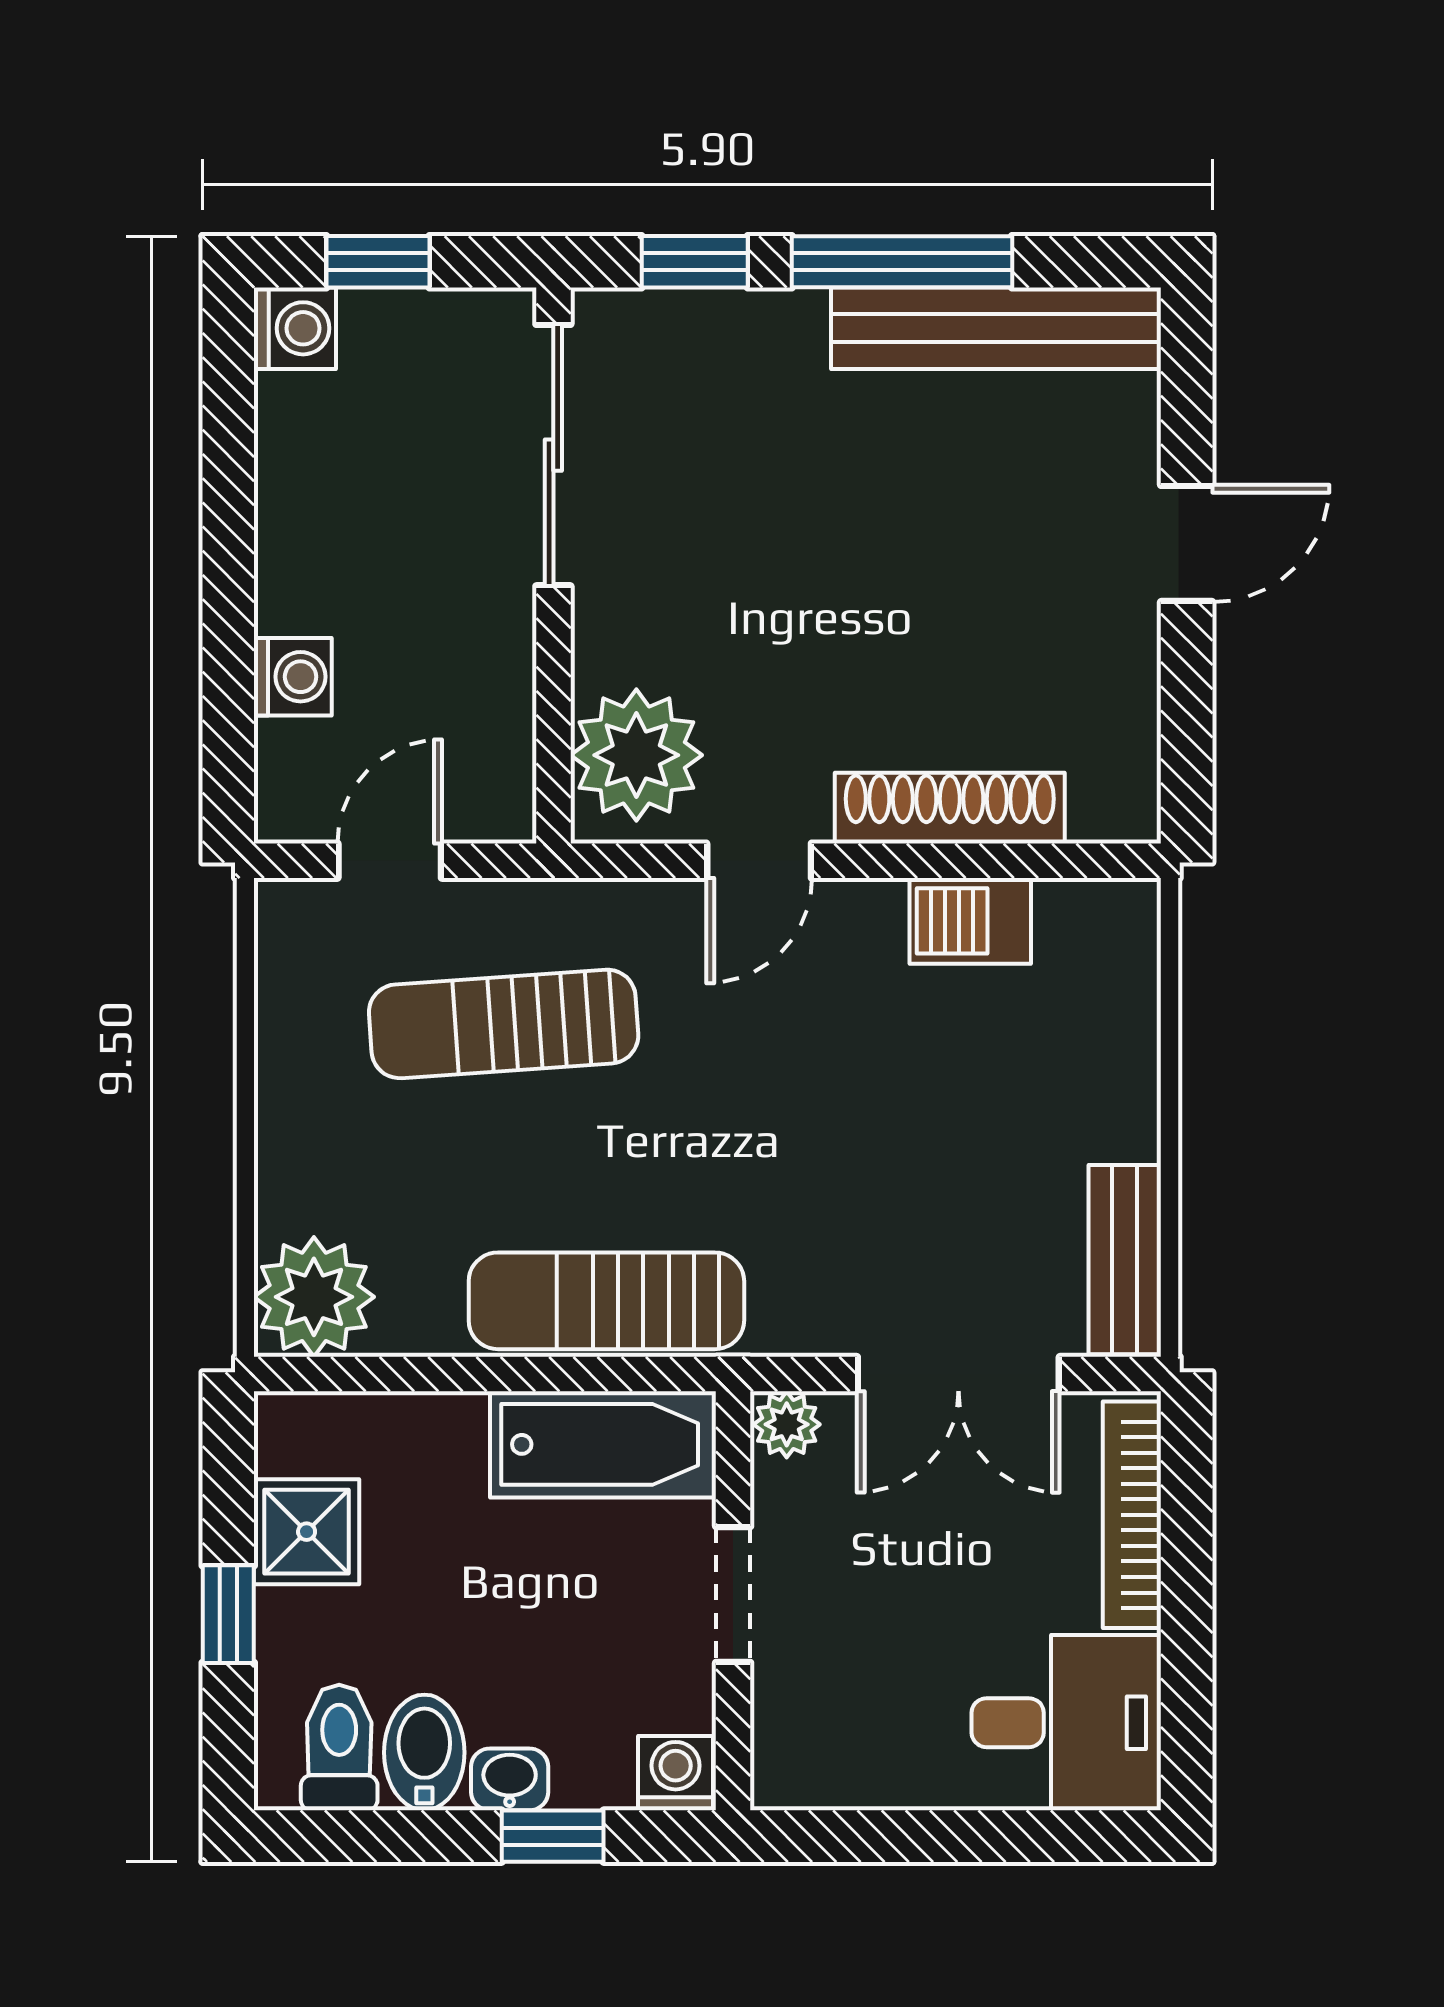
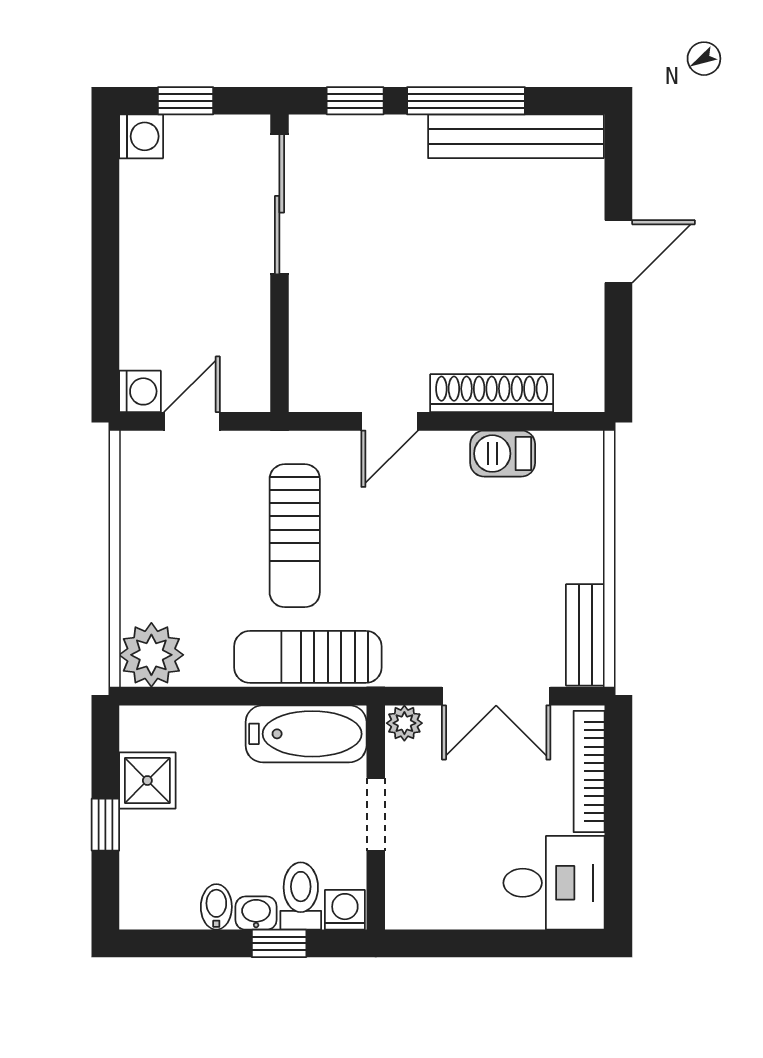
washing machine: (293, 677) -> (140, 391), moved
plant: (636, 755) -> (324, 365), removed
sun lounger: (504, 1024) -> (295, 536), moved, turned -86
toilet: (339, 1747) -> (301, 896), moved
bidet: (424, 1752) -> (216, 907), width x0.72, depth x0.74

